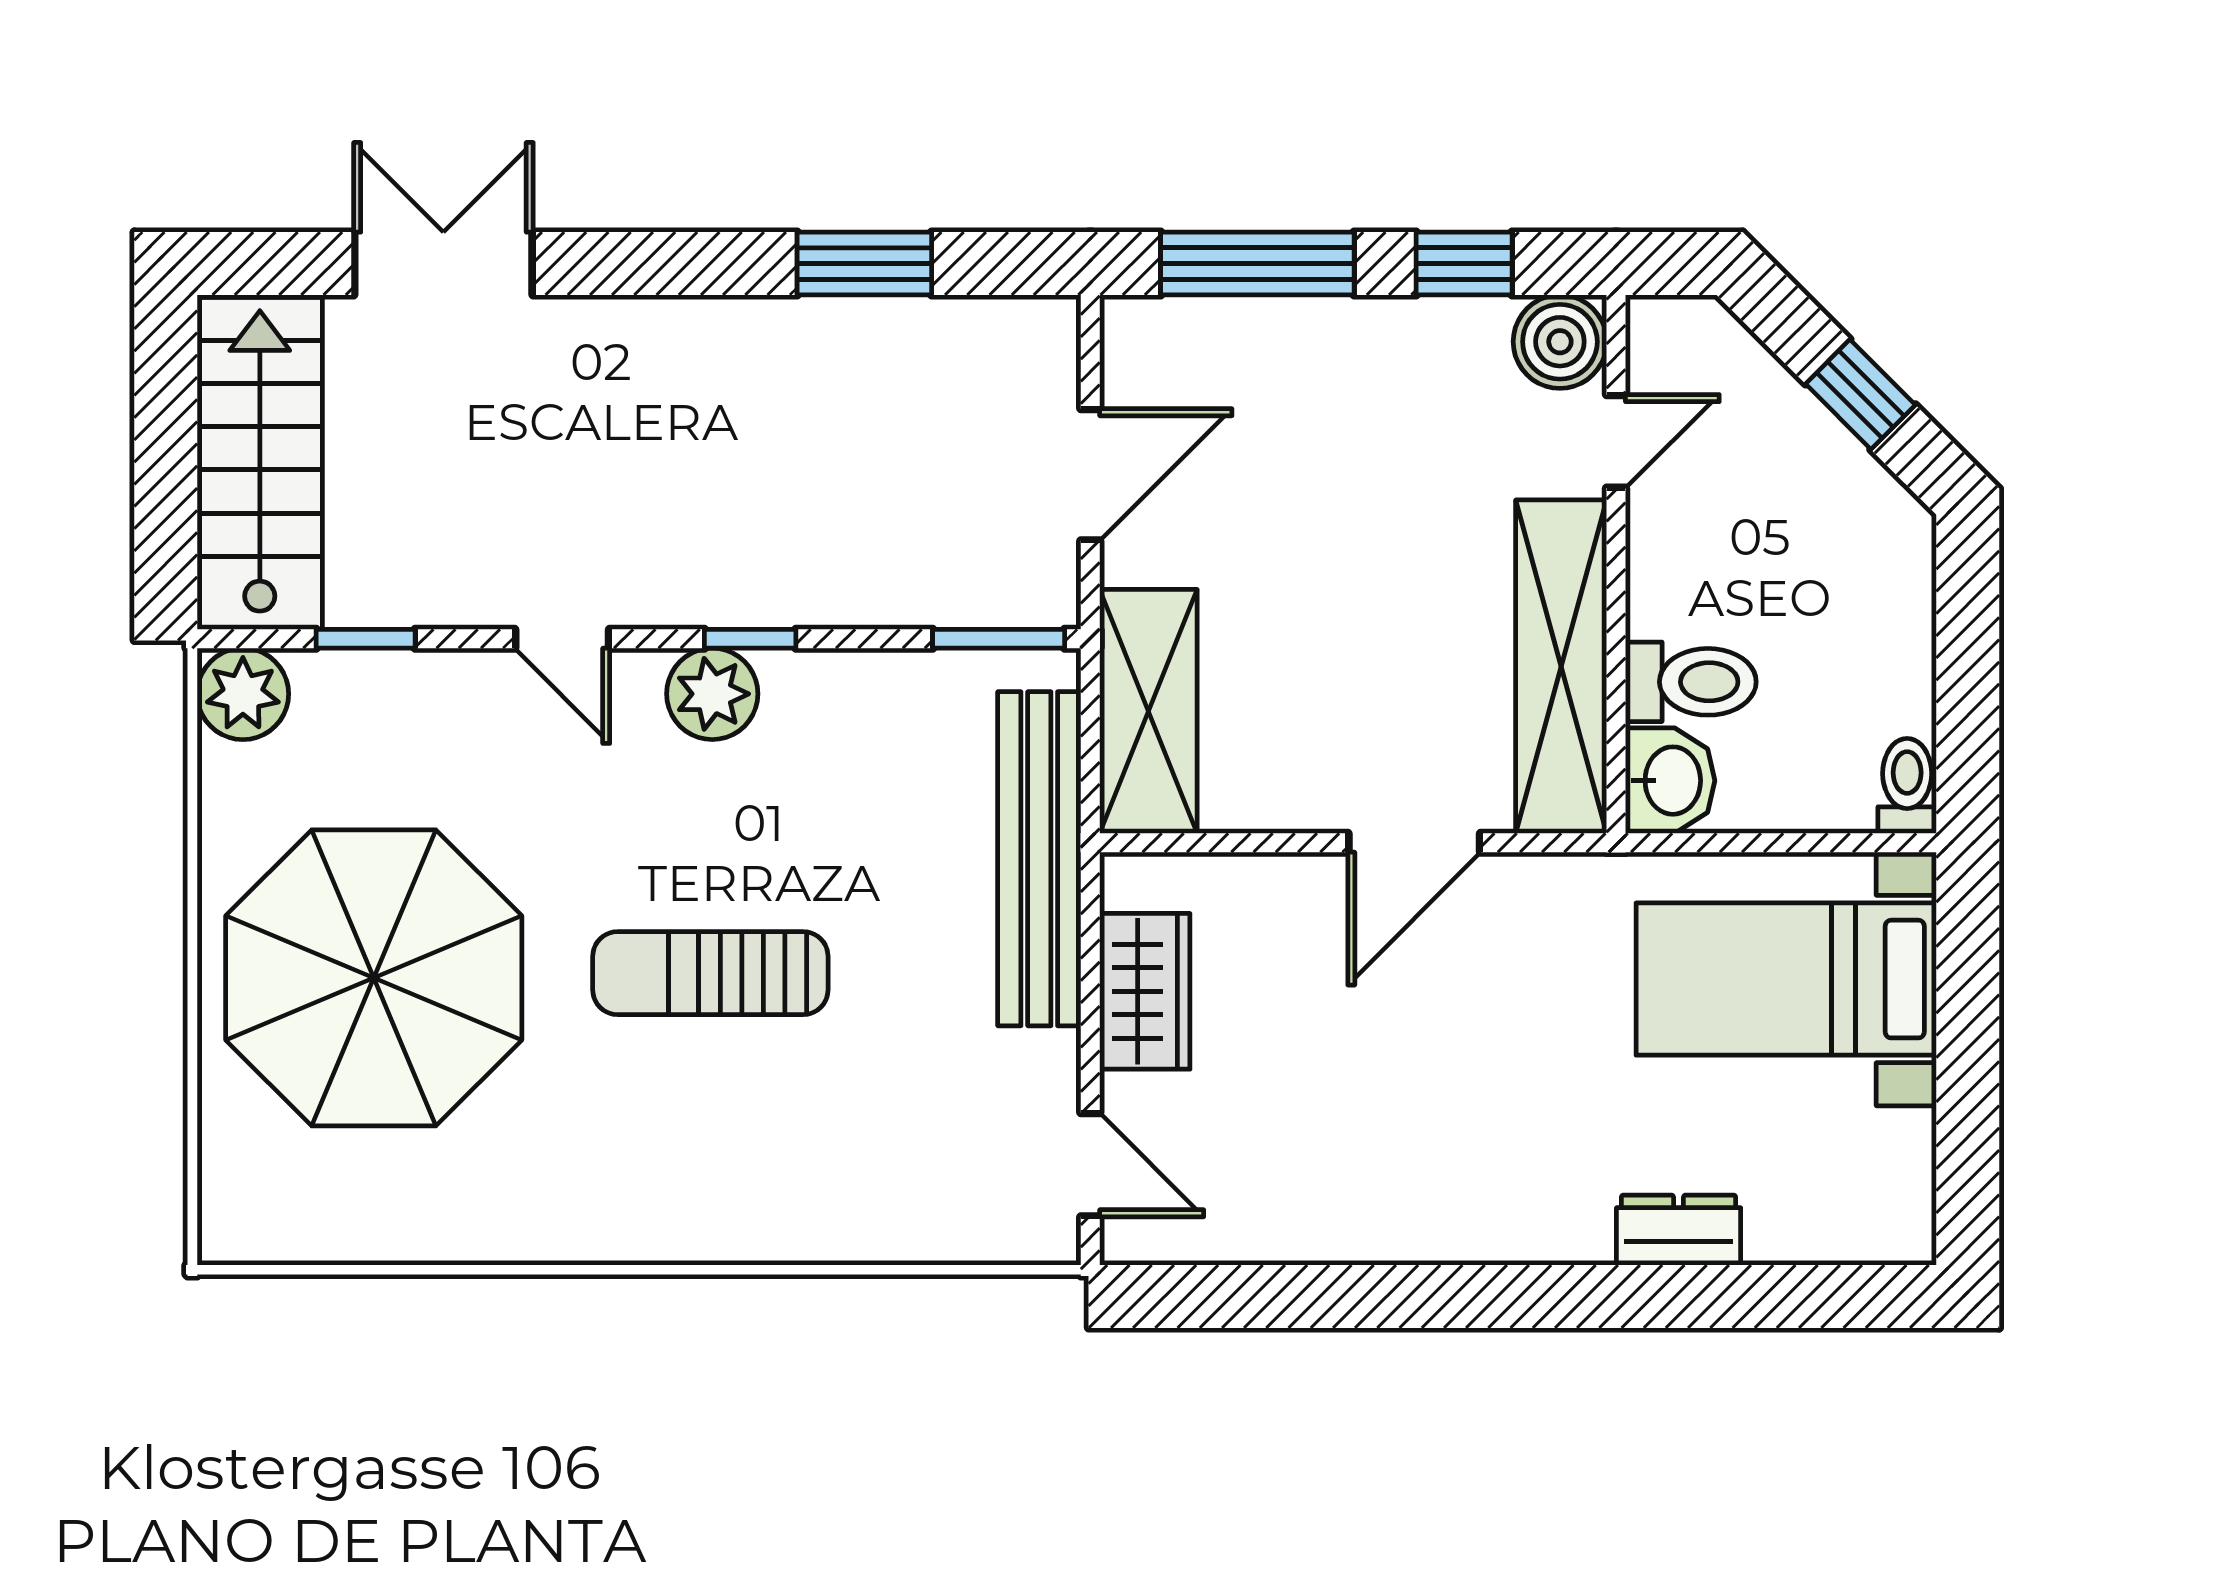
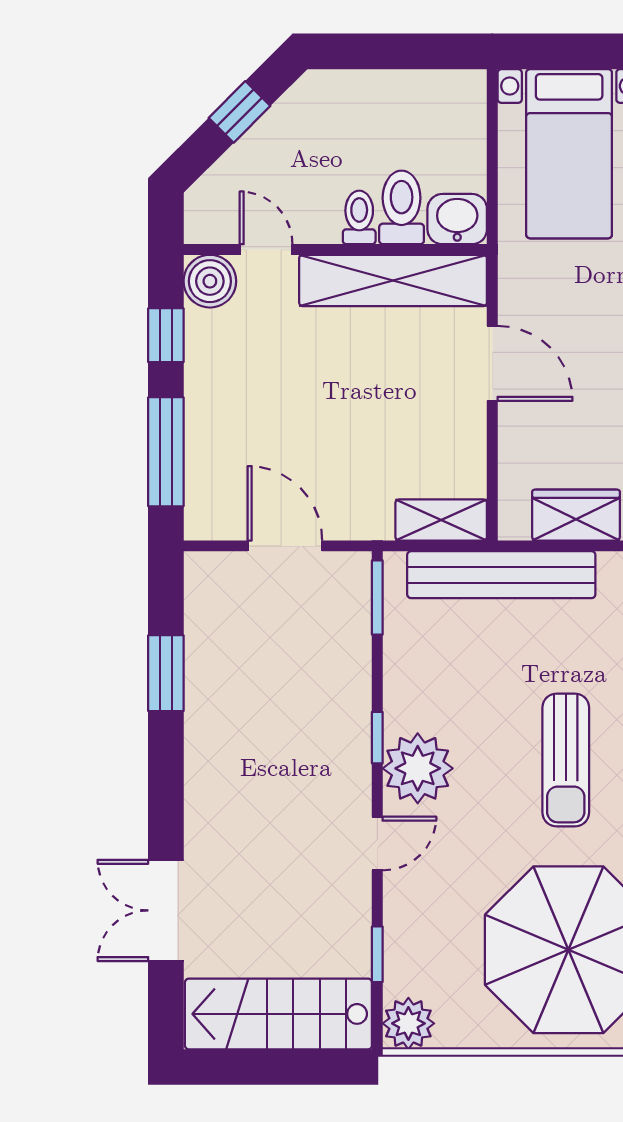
plant: (712, 694) -> (418, 768), width x1.36, depth x1.36
shelving: (1148, 711) -> (441, 520), width x0.67, depth x0.75
toilet: (1907, 786) -> (359, 217), moved, turned 90

